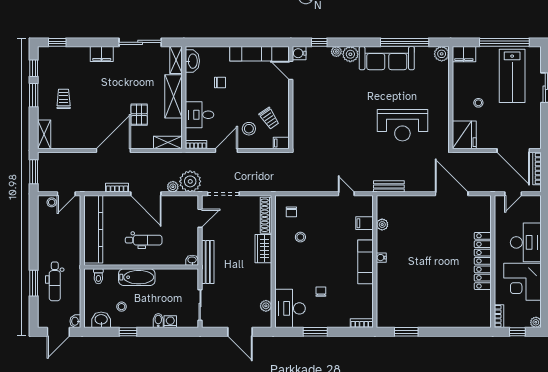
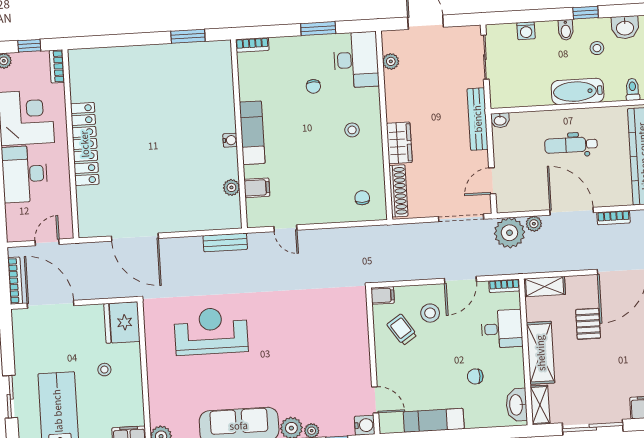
stool: (300, 237) -> (352, 130), moved
bidet: (158, 321) -> (566, 30), moved

